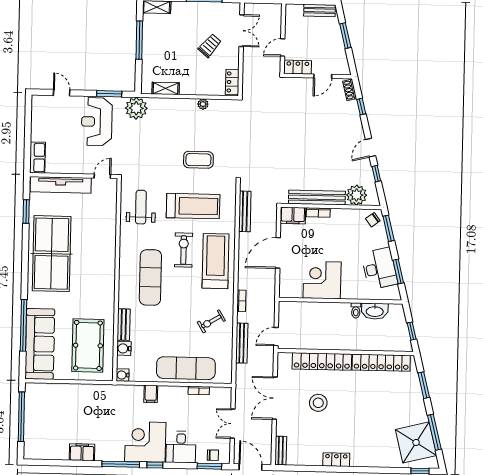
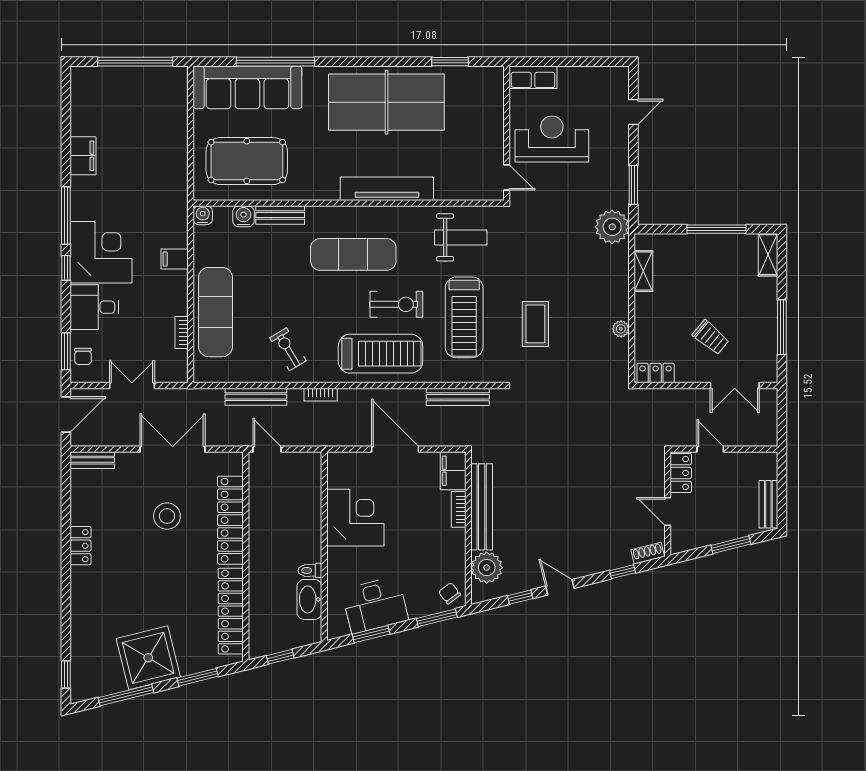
reception desk: (97, 122) -> (552, 139), moved
tv unit: (61, 185) -> (387, 189), moved, turned 90
shower: (416, 442) -> (148, 658), moved

